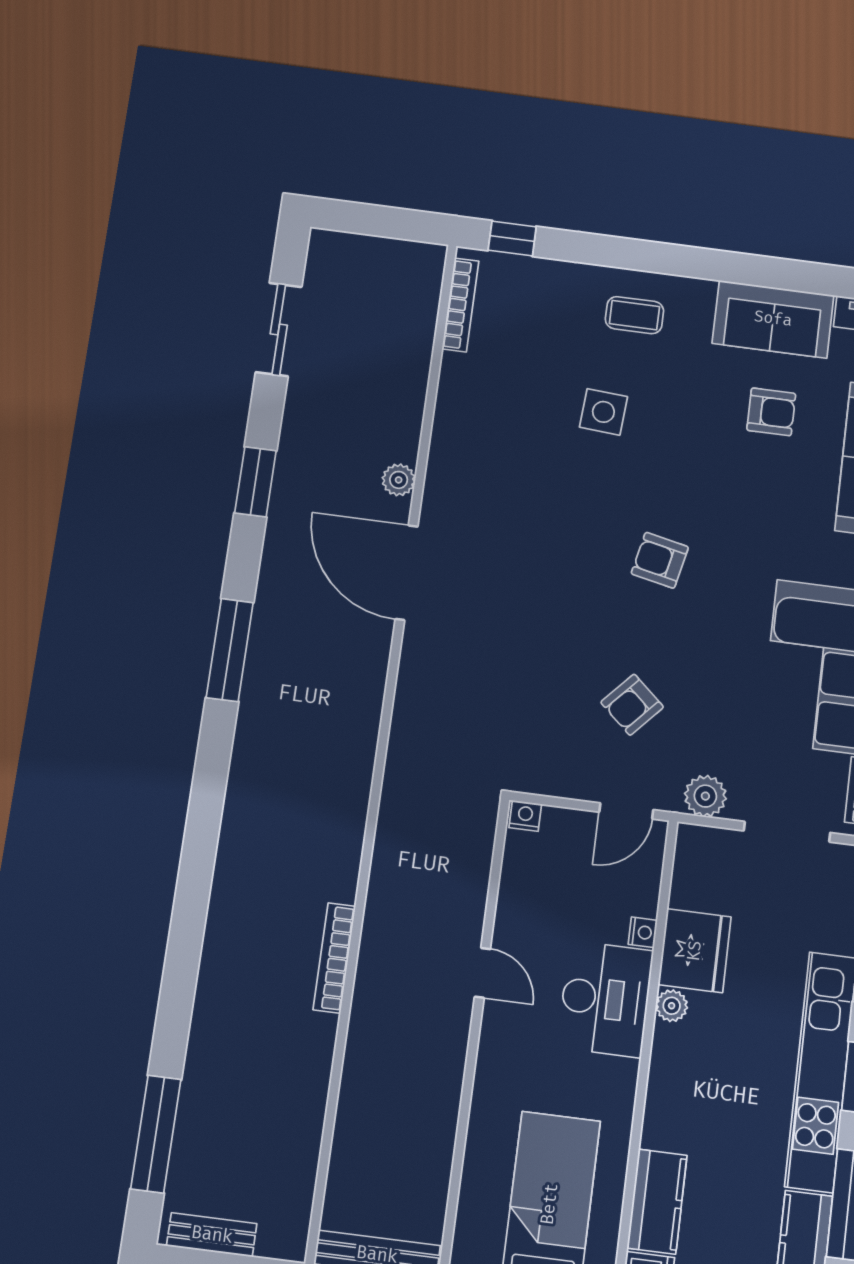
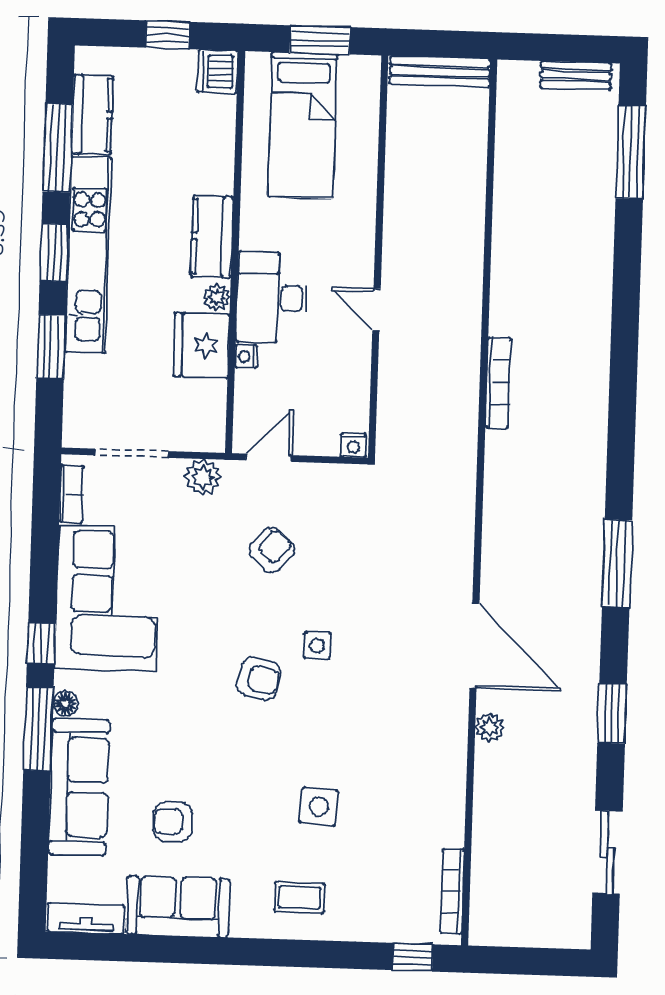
side table: (589, 591) -> (317, 646), added
bookcase: (334, 958) -> (498, 383), moved
kitchen counter: (657, 1202) -> (212, 237), moved

